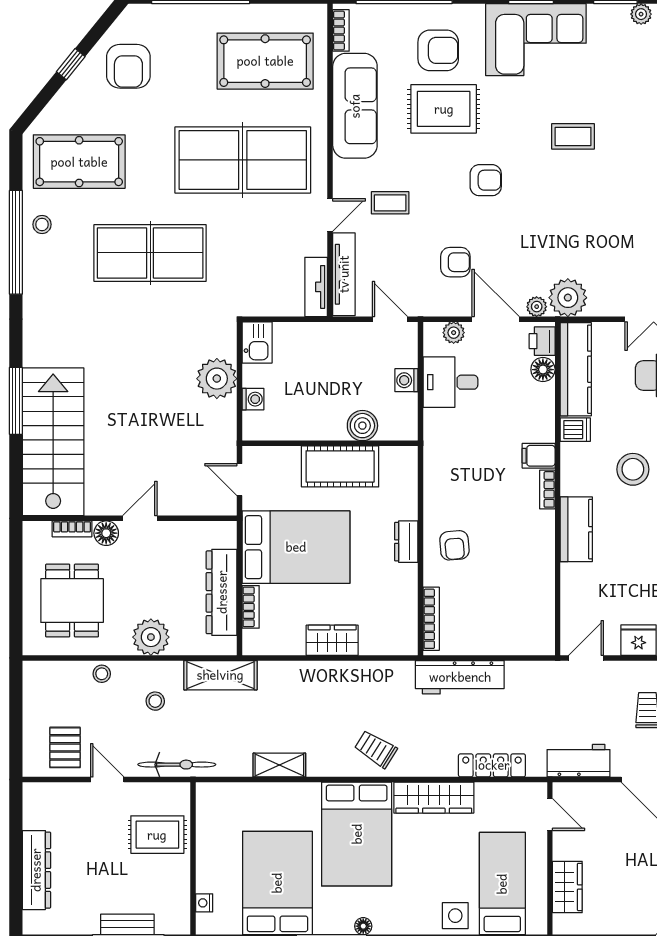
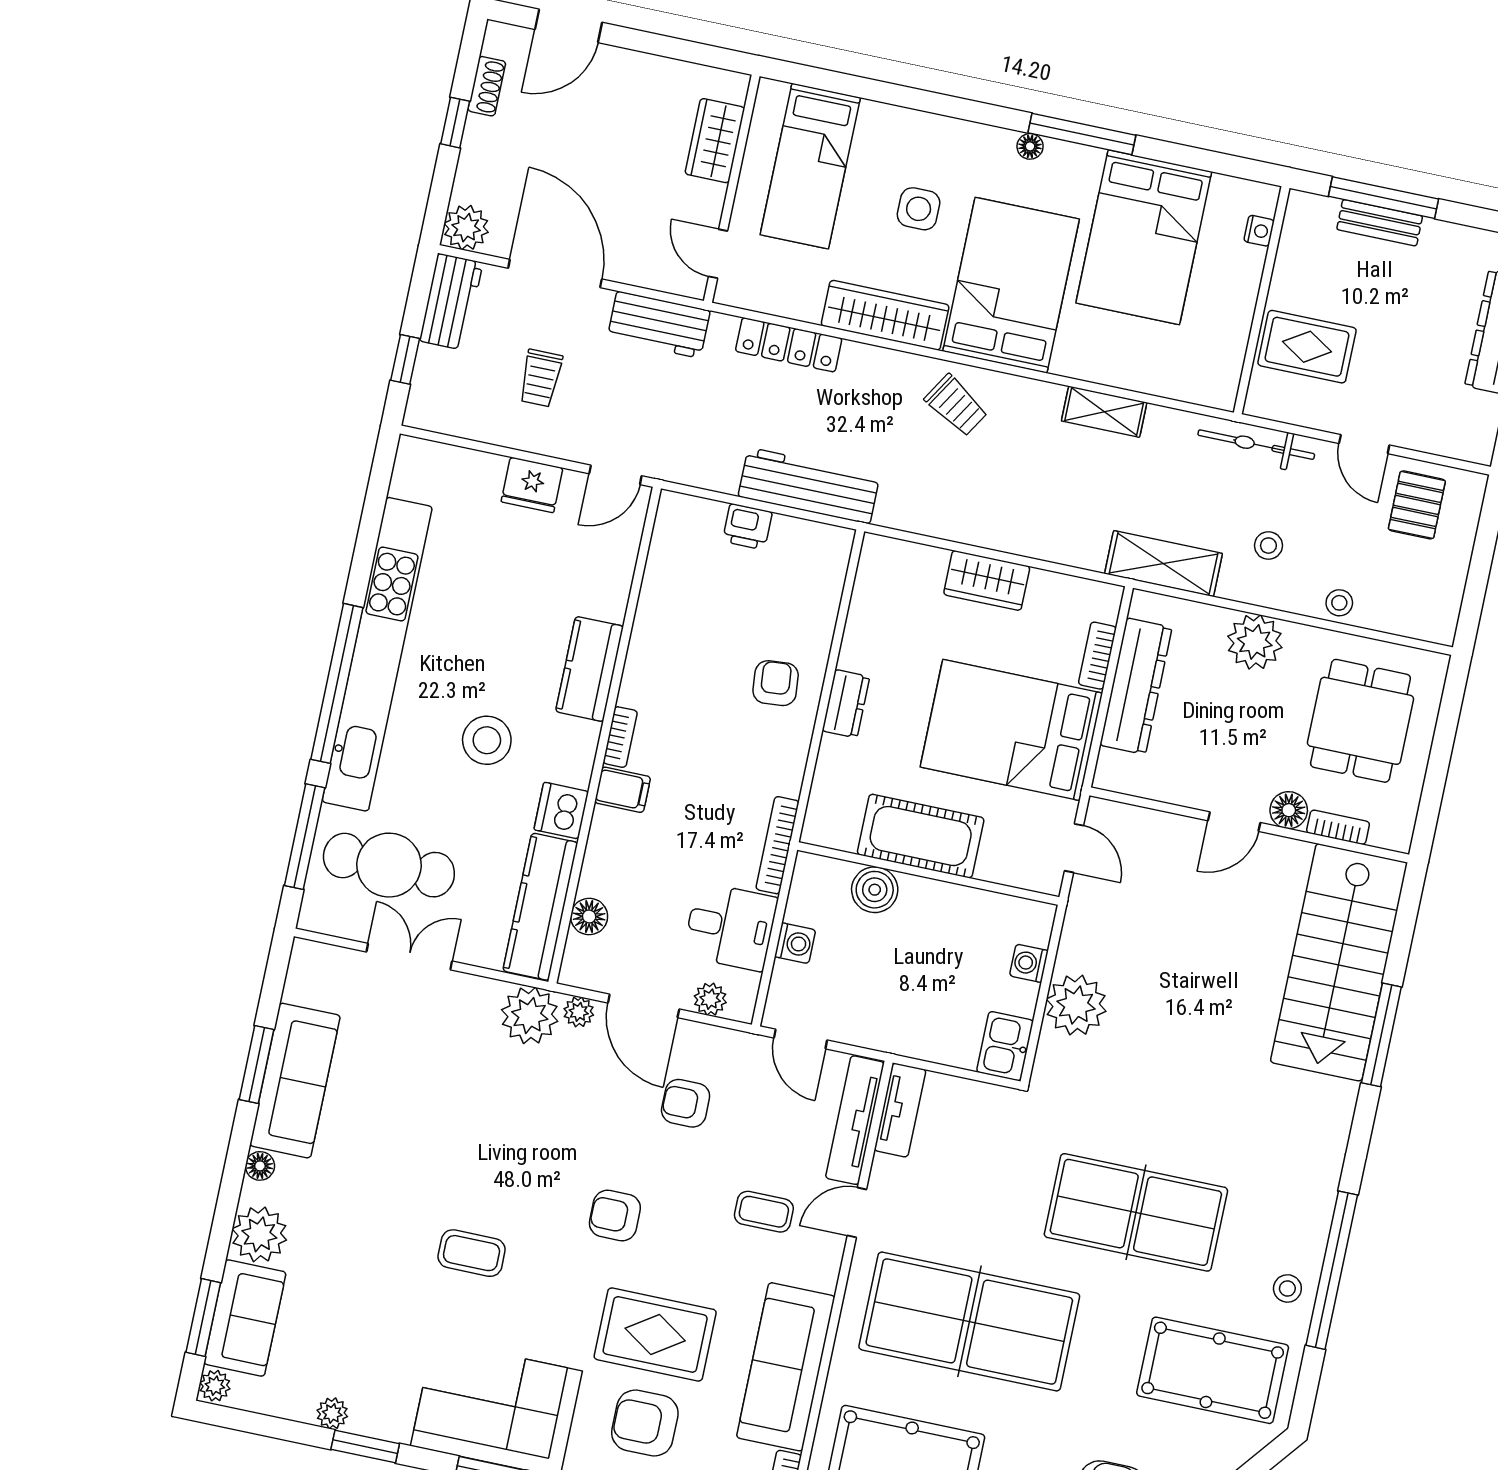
printer: (542, 341) -> (747, 527), moved, turned 90
dishwasher: (575, 430) -> (561, 811), width x1.38
bookcase: (431, 619) -> (777, 845), moved
side table: (455, 916) -> (919, 209), moved

